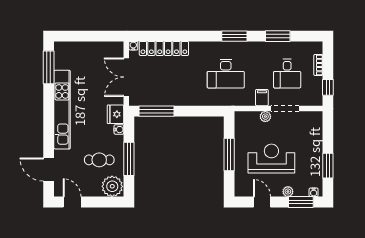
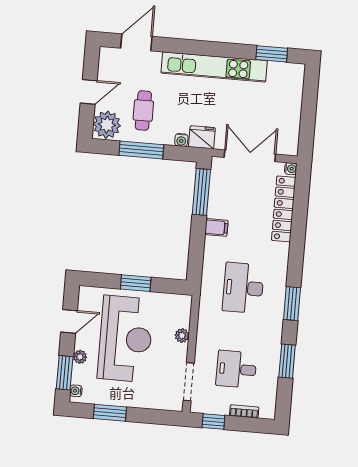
window: (49, 67) -> (272, 54), width x0.69
filing cabinet: (262, 98) -> (216, 227), moved
doorway: (285, 108) -> (189, 382), moved
window: (229, 155) -> (136, 283), width x0.69
reception desk: (271, 159) -> (126, 339), width x1.36, depth x1.30
door: (72, 202) -> (89, 92), moved

